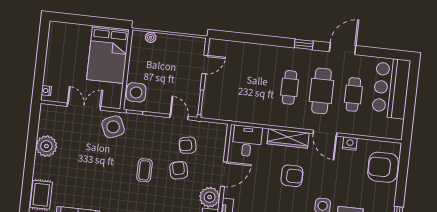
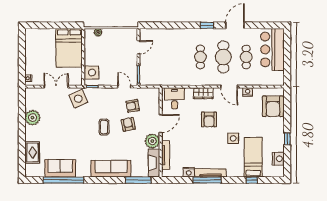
wardrobe: (288, 138) -> (203, 93), width x0.67
armchair: (383, 167) -> (273, 106), turned -90
armchair: (292, 176) -> (209, 119), turned 90

